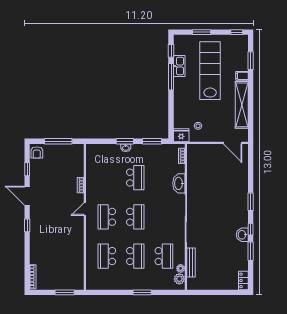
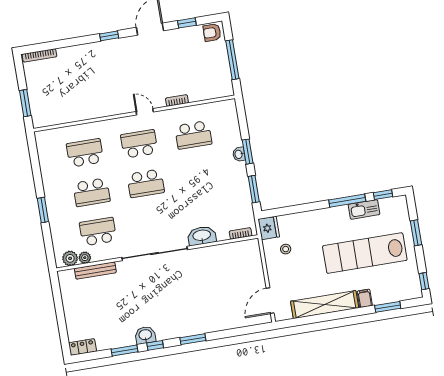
lab bench: (210, 71) -> (365, 253), turned 180
school desk: (135, 178) -> (193, 135), moved
school desk: (164, 256) -> (98, 232), turned 180

